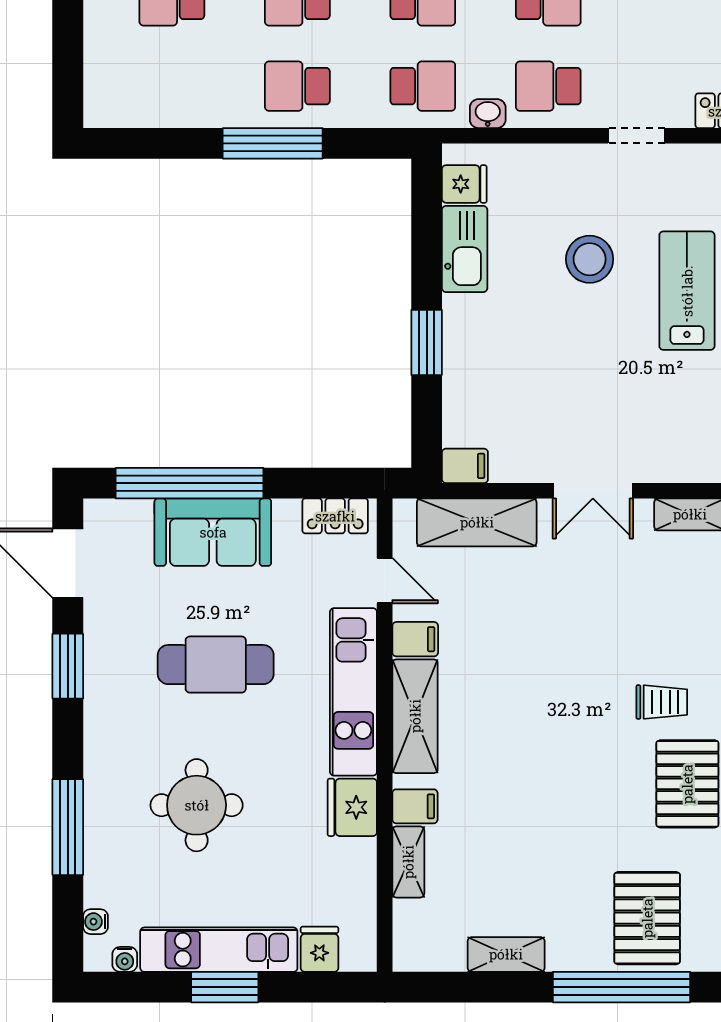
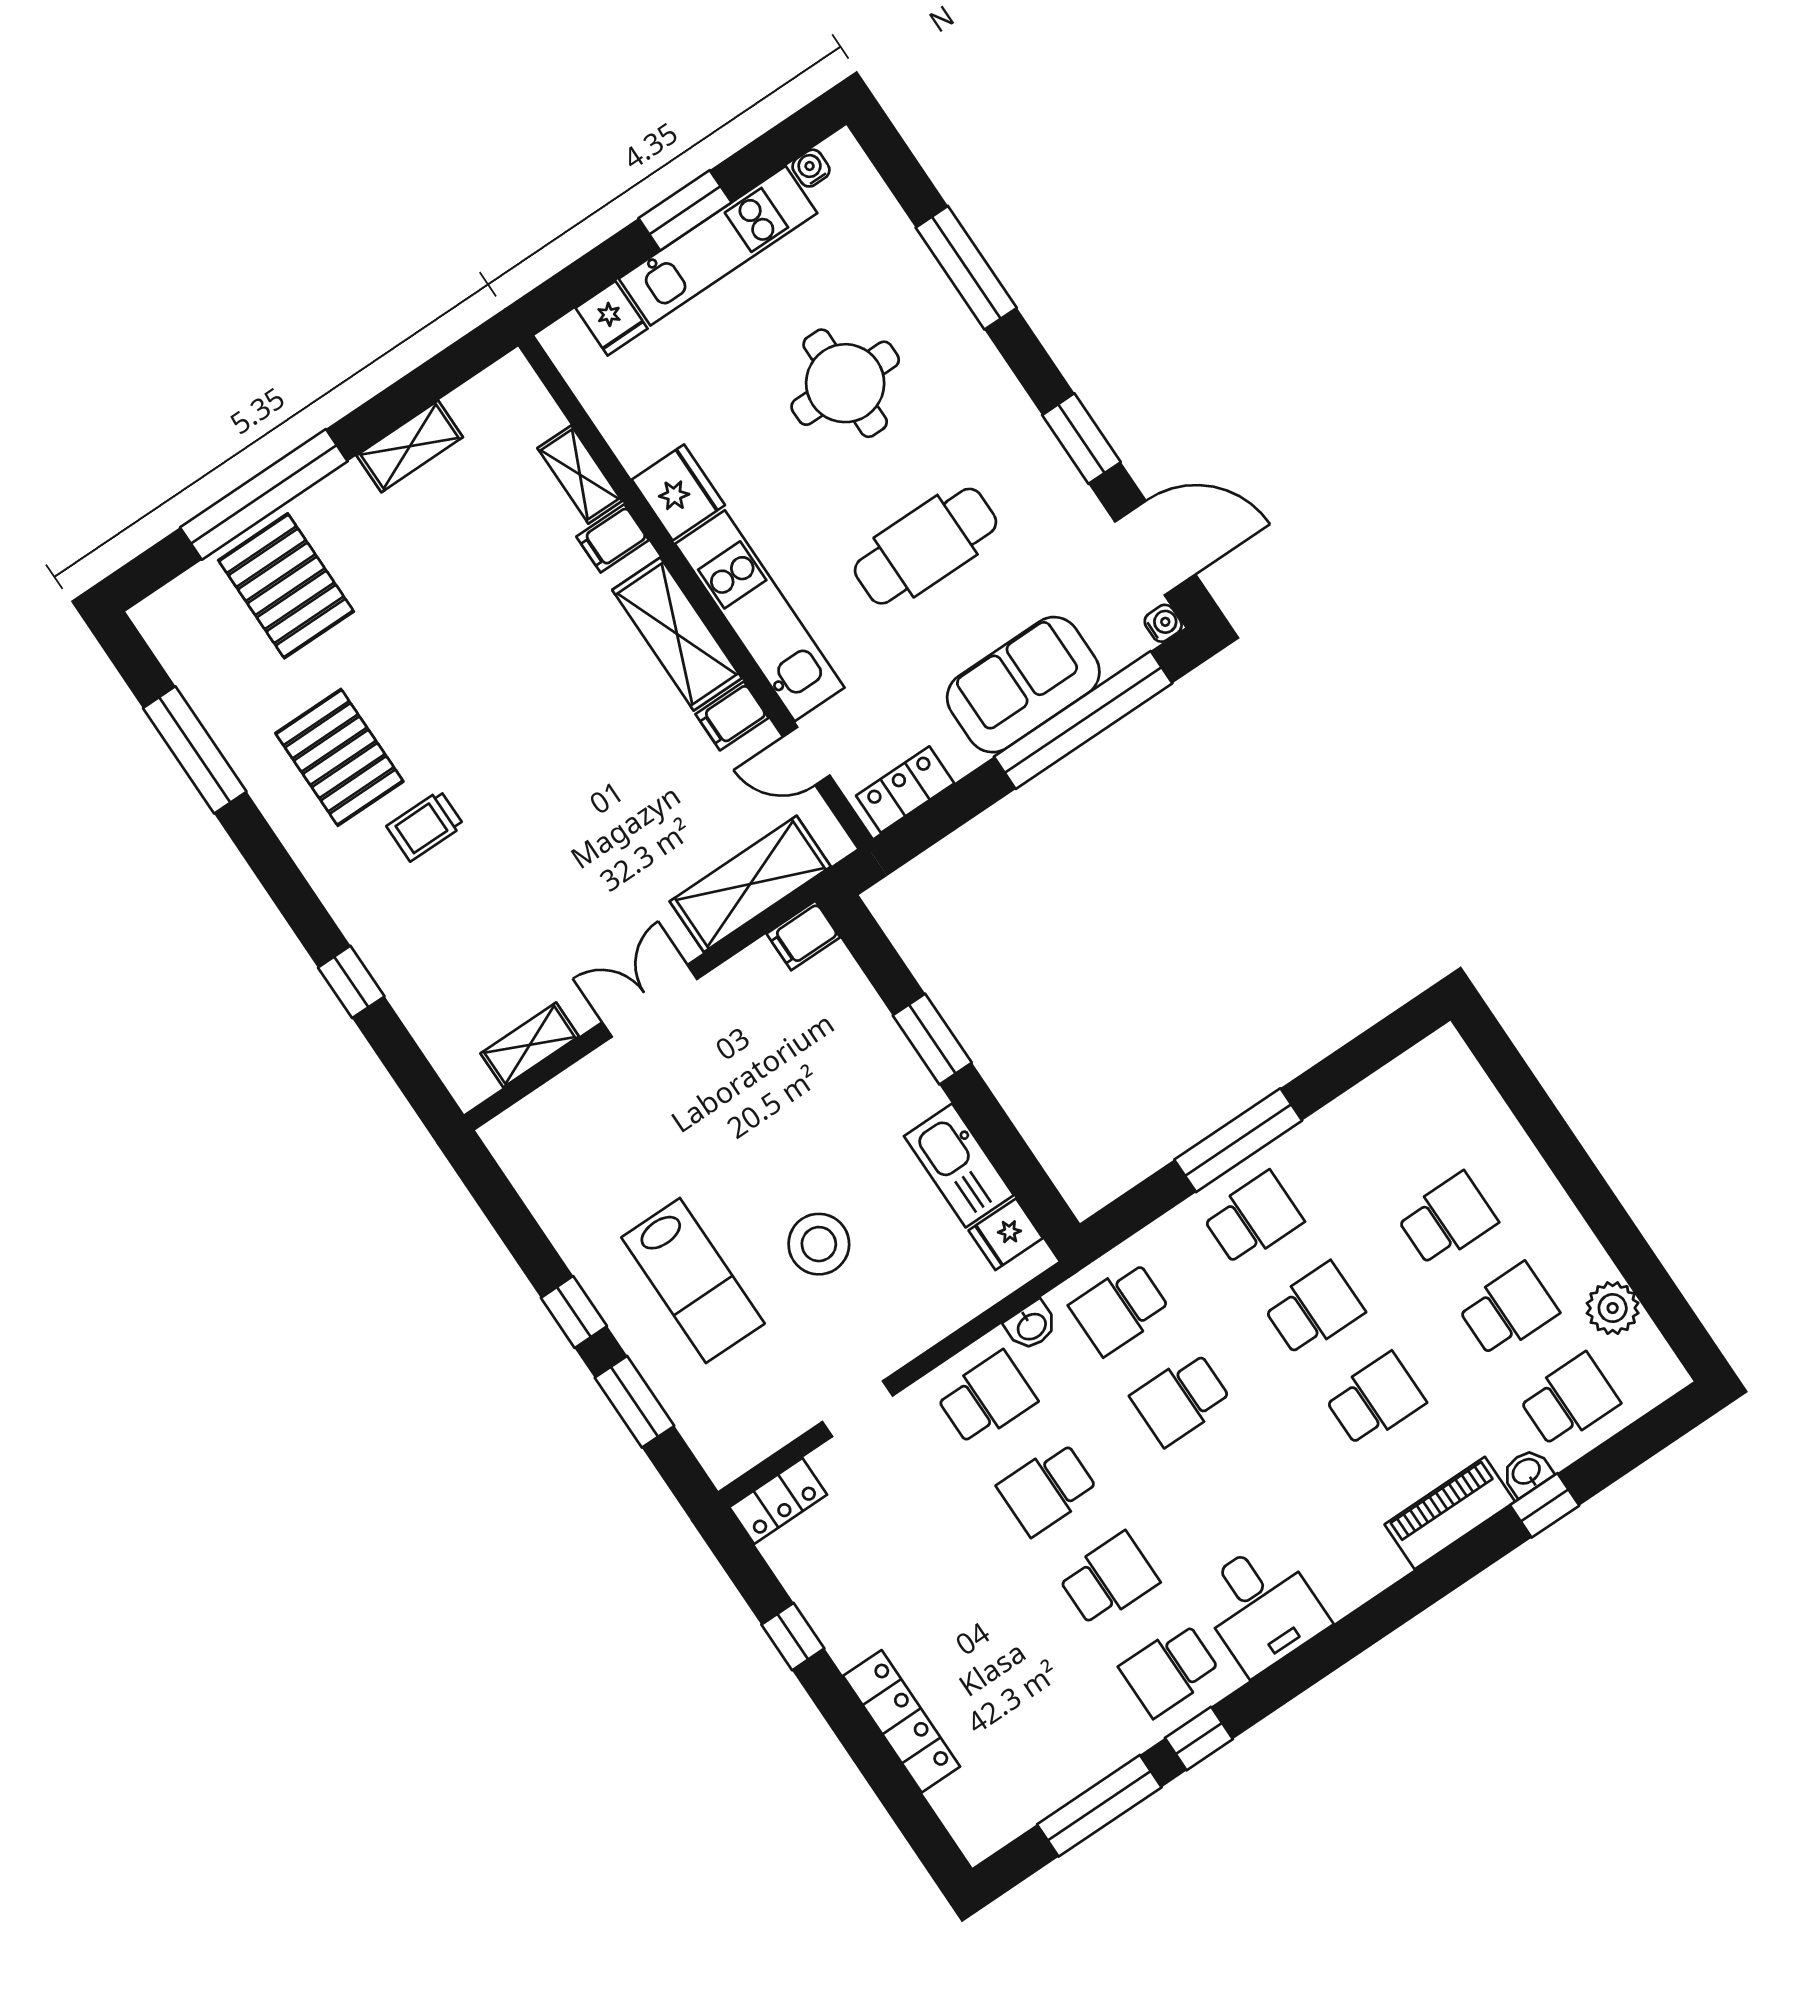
water cooler: (95, 922) -> (1163, 623), moved

